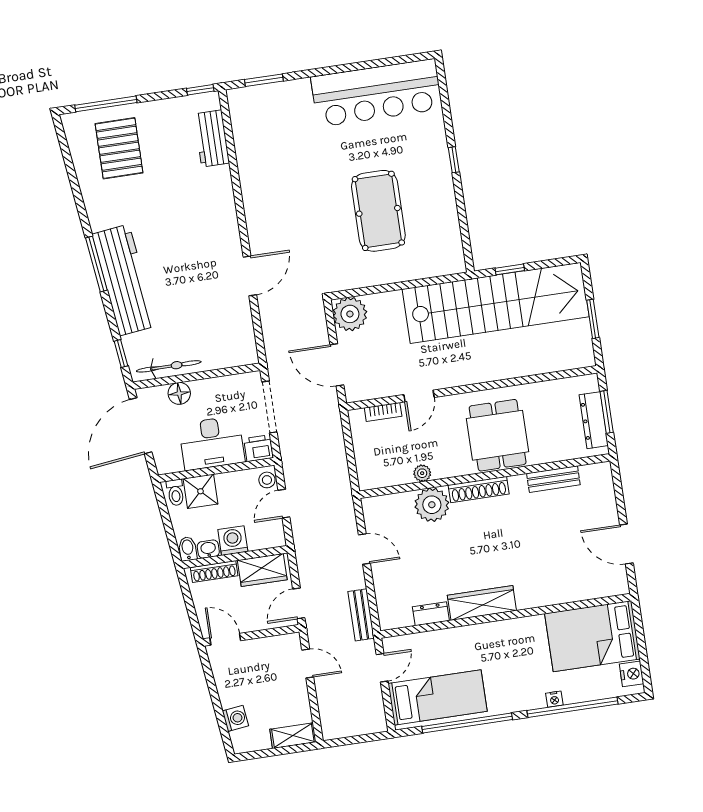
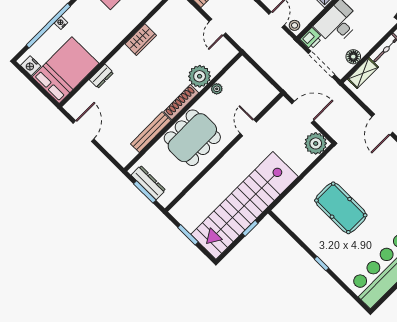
shelving: (226, 358) -> (363, 73), added
floor lamp: (179, 393) -> (353, 57), moved
bookcase: (383, 412) -> (261, 105), removed
dining table: (498, 435) -> (192, 138), width x1.37
bench: (553, 479) -> (151, 132), width x1.36
door: (626, 544) -> (84, 131), hinge flipped
door: (364, 549) -> (217, 27), hinge flipped
wardrobe: (482, 603) -> (141, 40), width x0.67
dresser: (431, 614) -> (101, 76), moved

